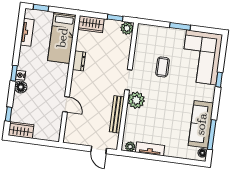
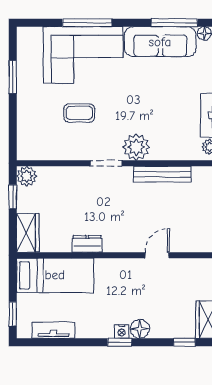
window: (180, 26) -> (13, 77), moved
corner sofa: (201, 57) -> (83, 55), moved
window: (219, 80) -> (87, 23), width x2.17

